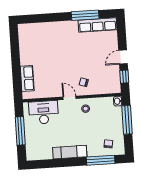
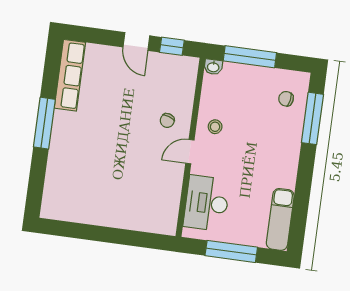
window: (85, 15) -> (44, 123), moved
row of seats: (27, 78) -> (140, 220), removed
exam couch: (70, 152) -> (280, 219), moved

